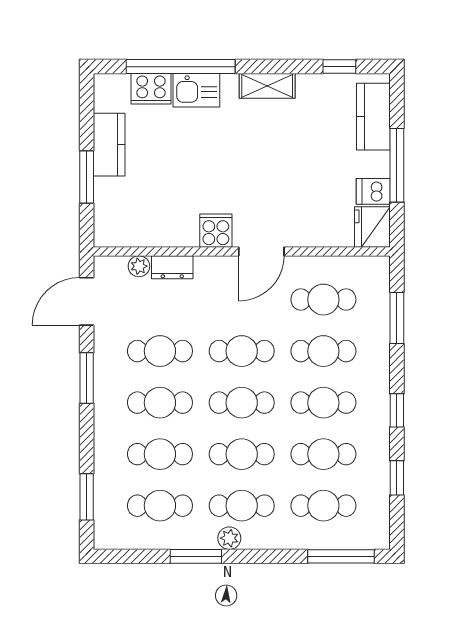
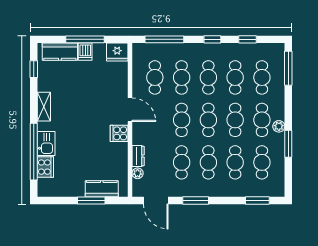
kitchen counter: (109, 145) -> (102, 189), moved
dishwasher: (373, 191) -> (85, 52), moved
window: (397, 318) -> (164, 39), width x1.44

